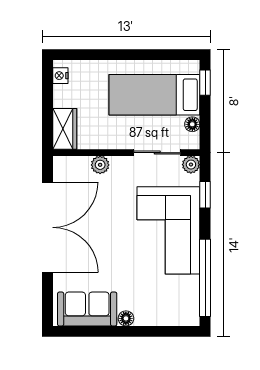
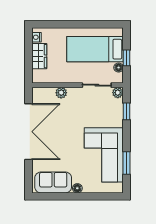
window: (205, 83) -> (127, 58), moved
wardrobe: (65, 129) -> (39, 56), moved
corner sofa: (168, 230) -> (104, 155), moved
window: (205, 278) -> (127, 163), width x0.47

